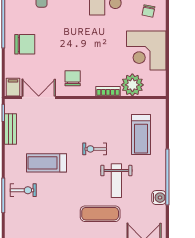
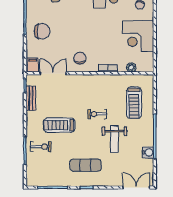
plant: (132, 85) -> (131, 67), width x0.53, depth x0.53
exercise mat: (100, 214) -> (85, 165), moved

